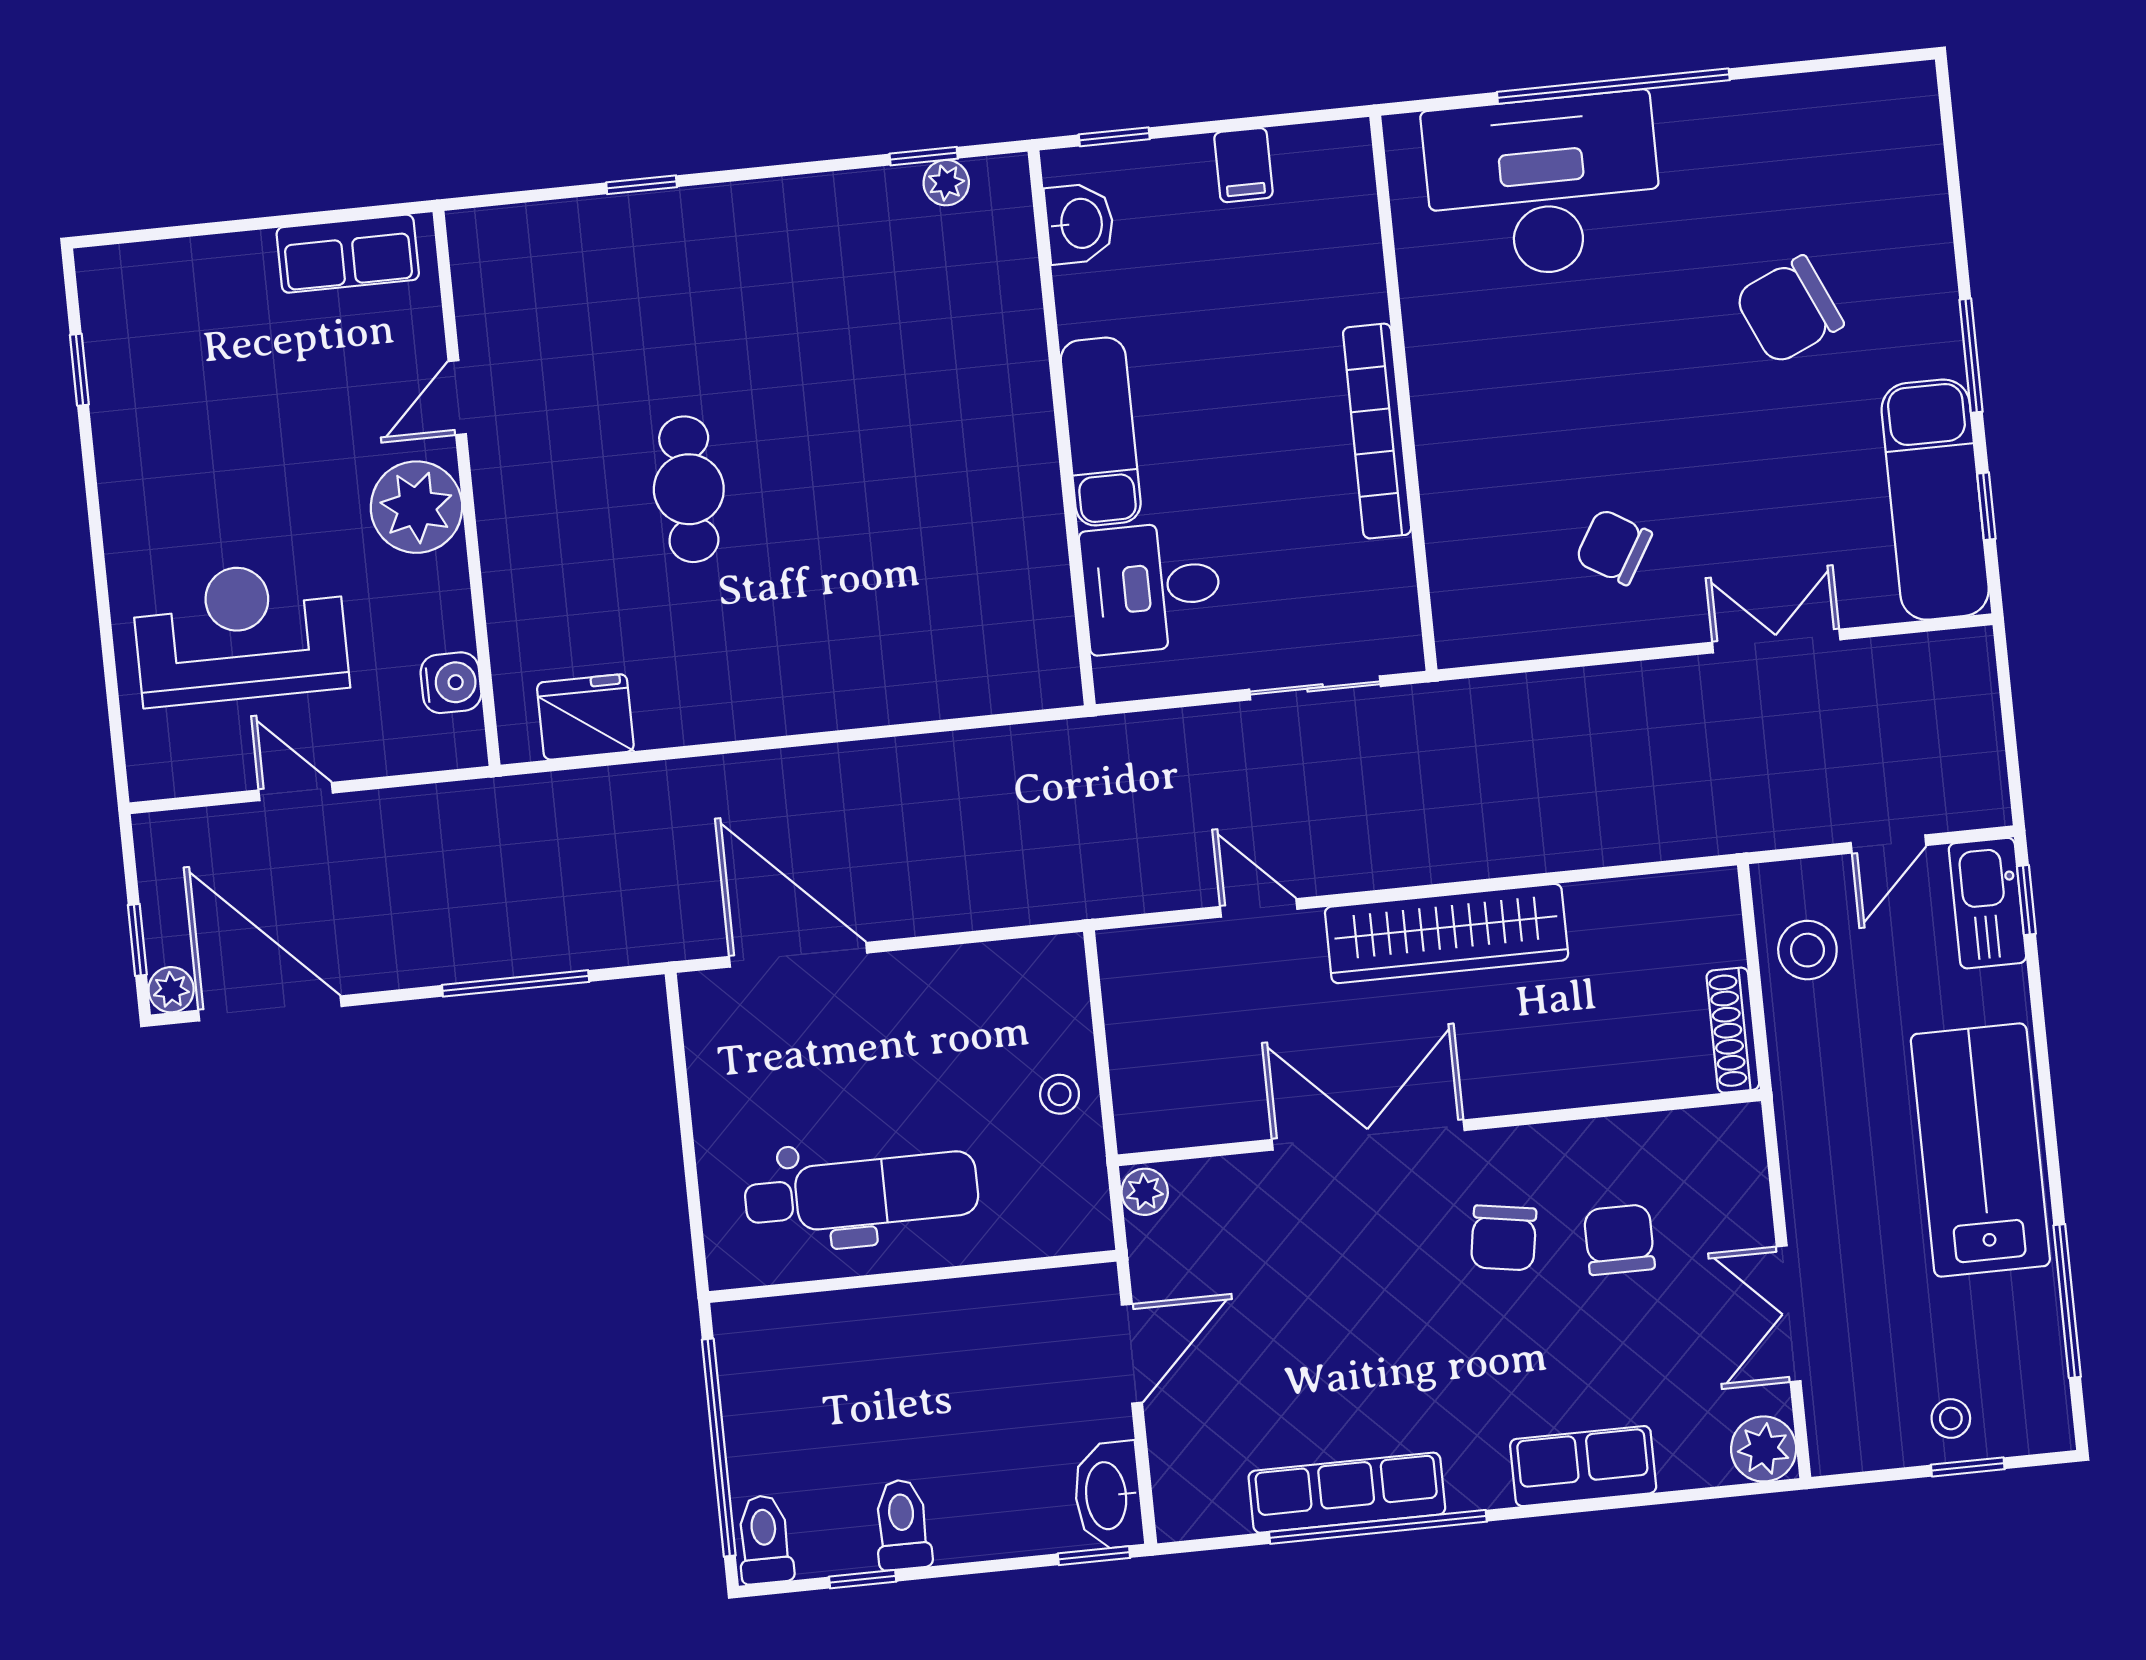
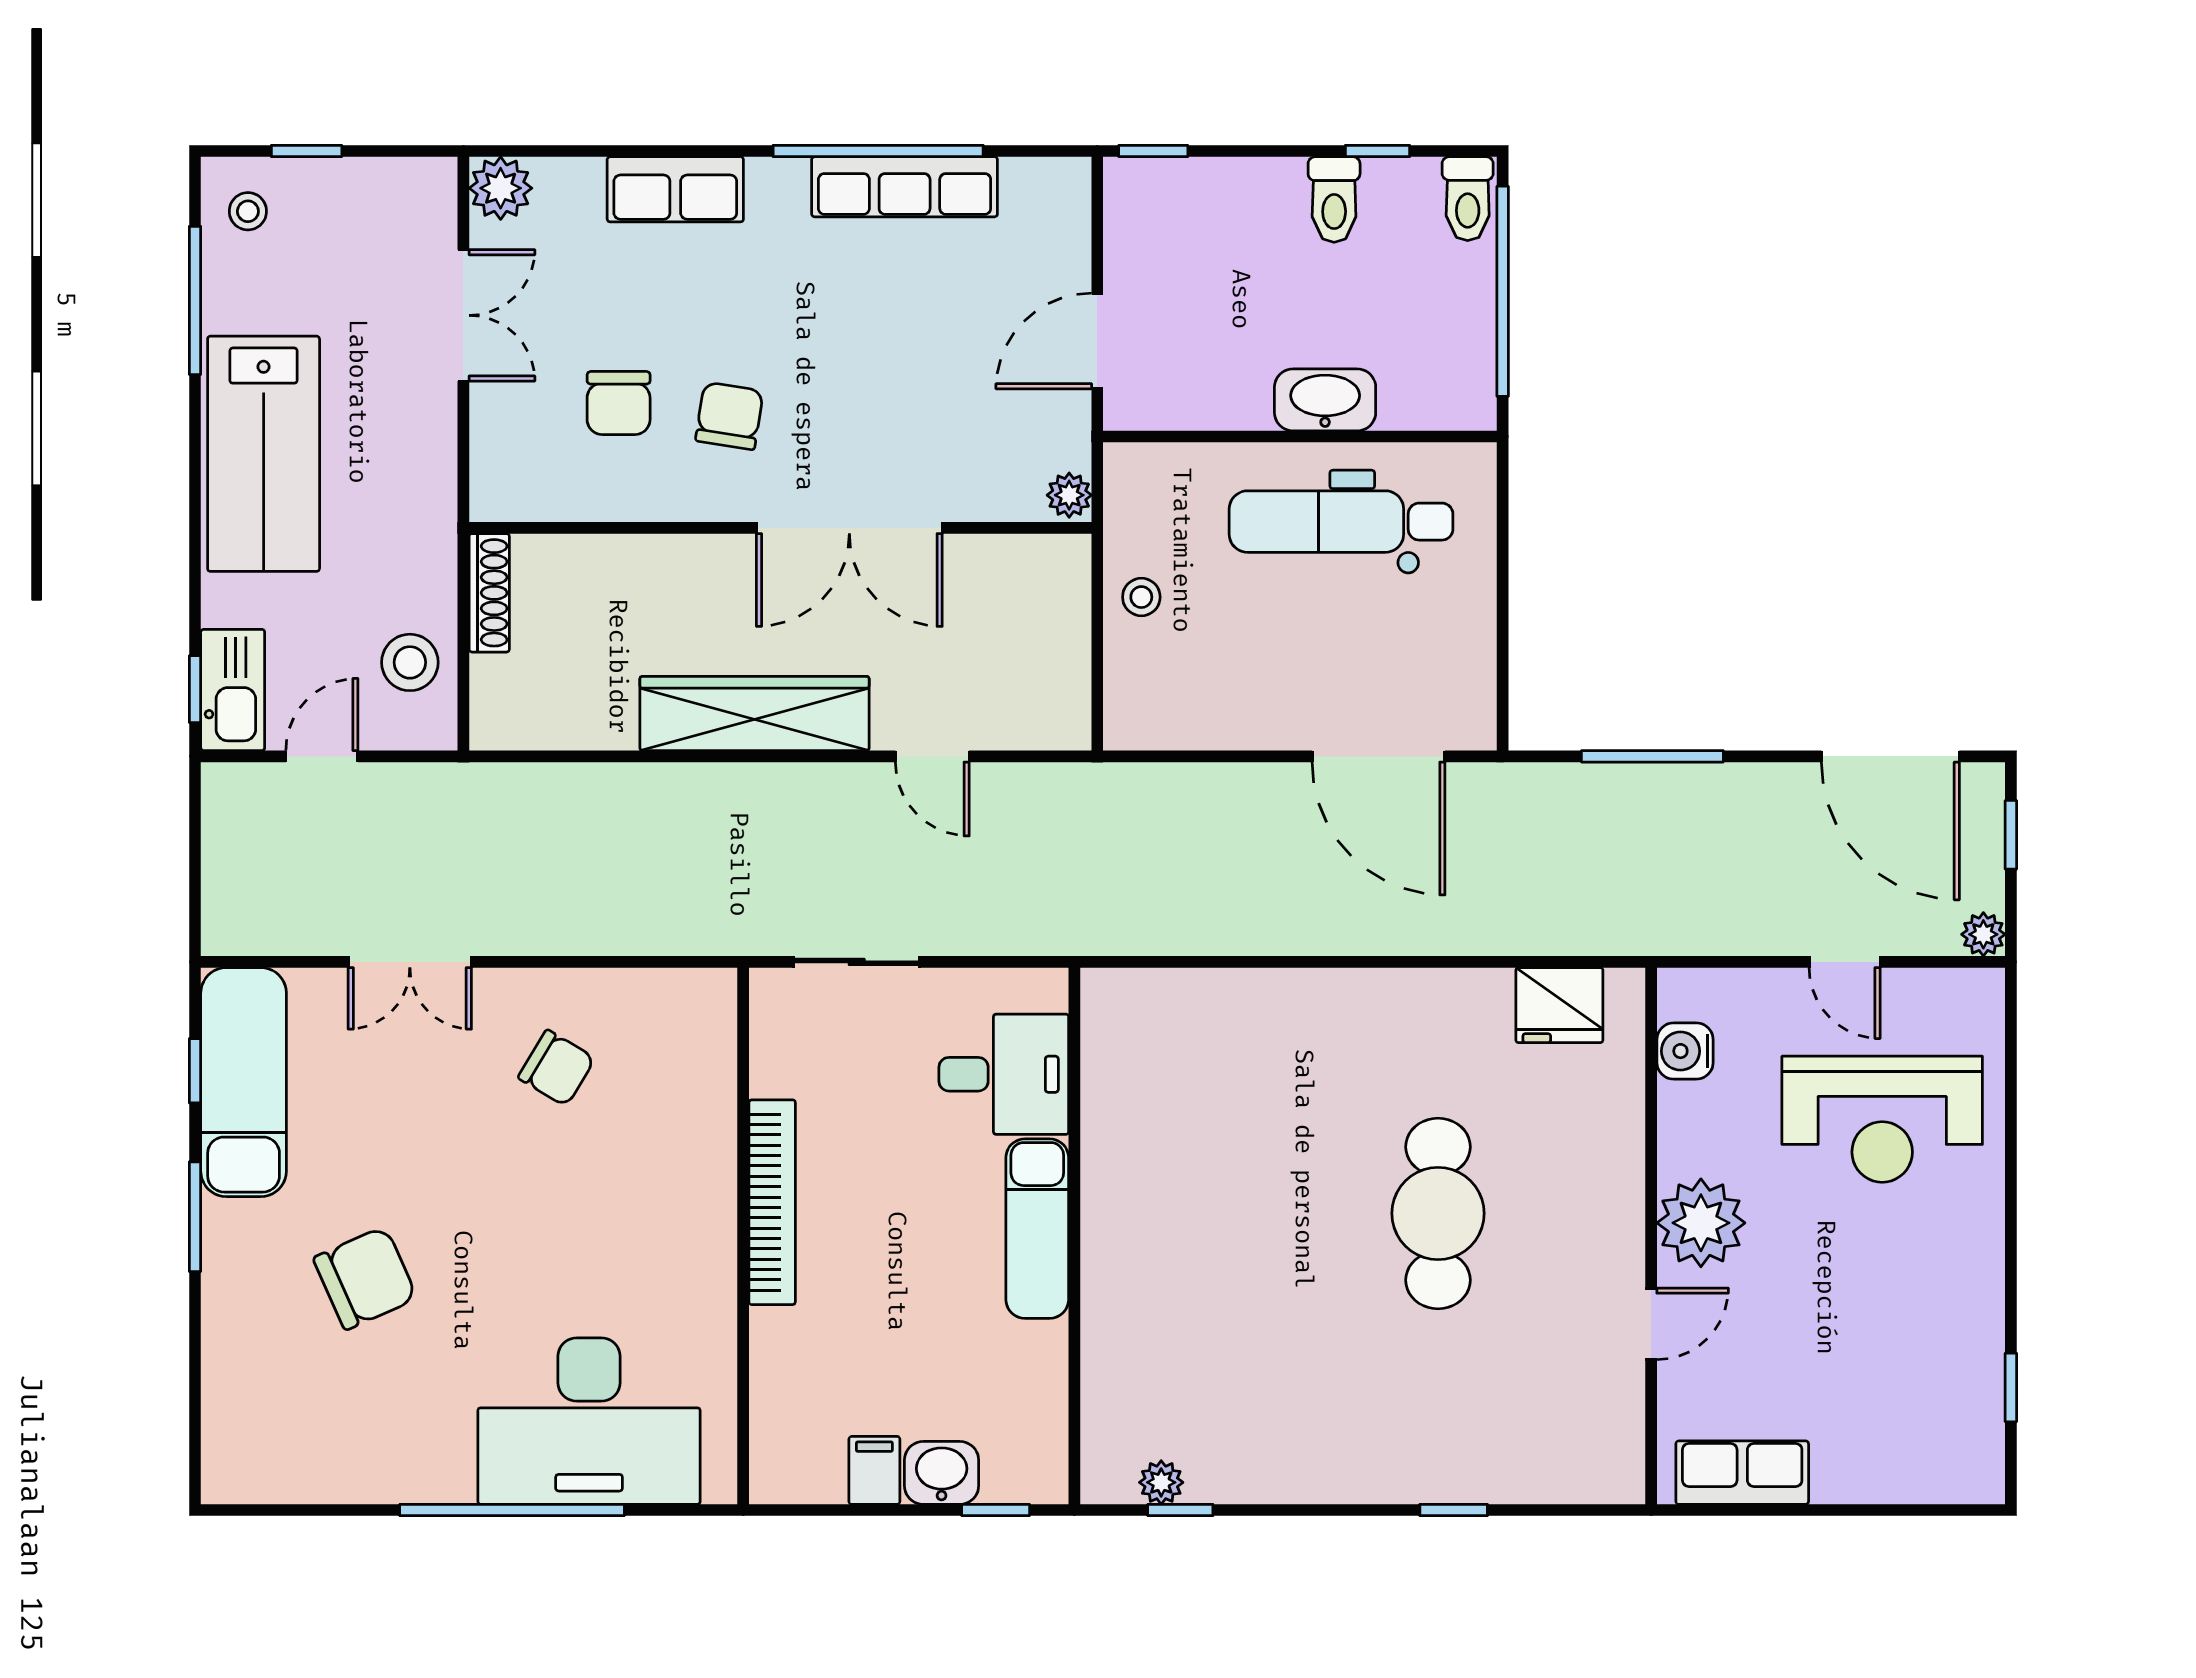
washbasin: (1080, 224) -> (942, 1473), moved, turned 90
cafe table: (689, 489) -> (1438, 1213), width x1.37, depth x1.35
plant: (171, 990) -> (1983, 934), moved
stool: (1951, 1418) -> (248, 211), moved
washbasin: (1108, 1495) -> (1325, 400), moved, turned -90

